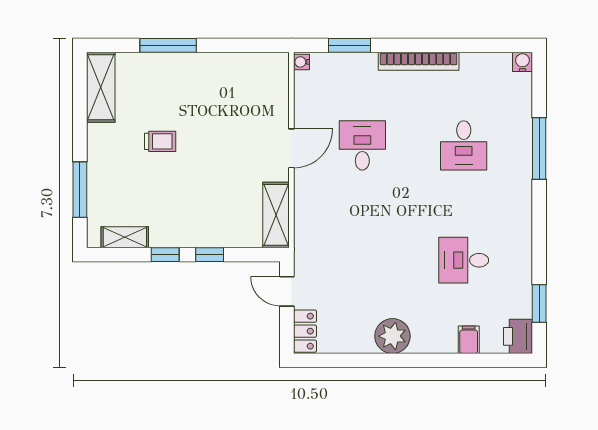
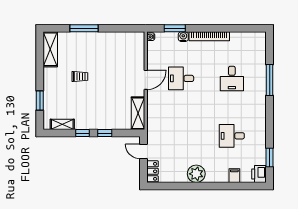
water cooler: (522, 62) -> (183, 37), moved
desk: (362, 145) -> (181, 78), turned -90
window: (80, 190) -> (40, 101), width x0.69

